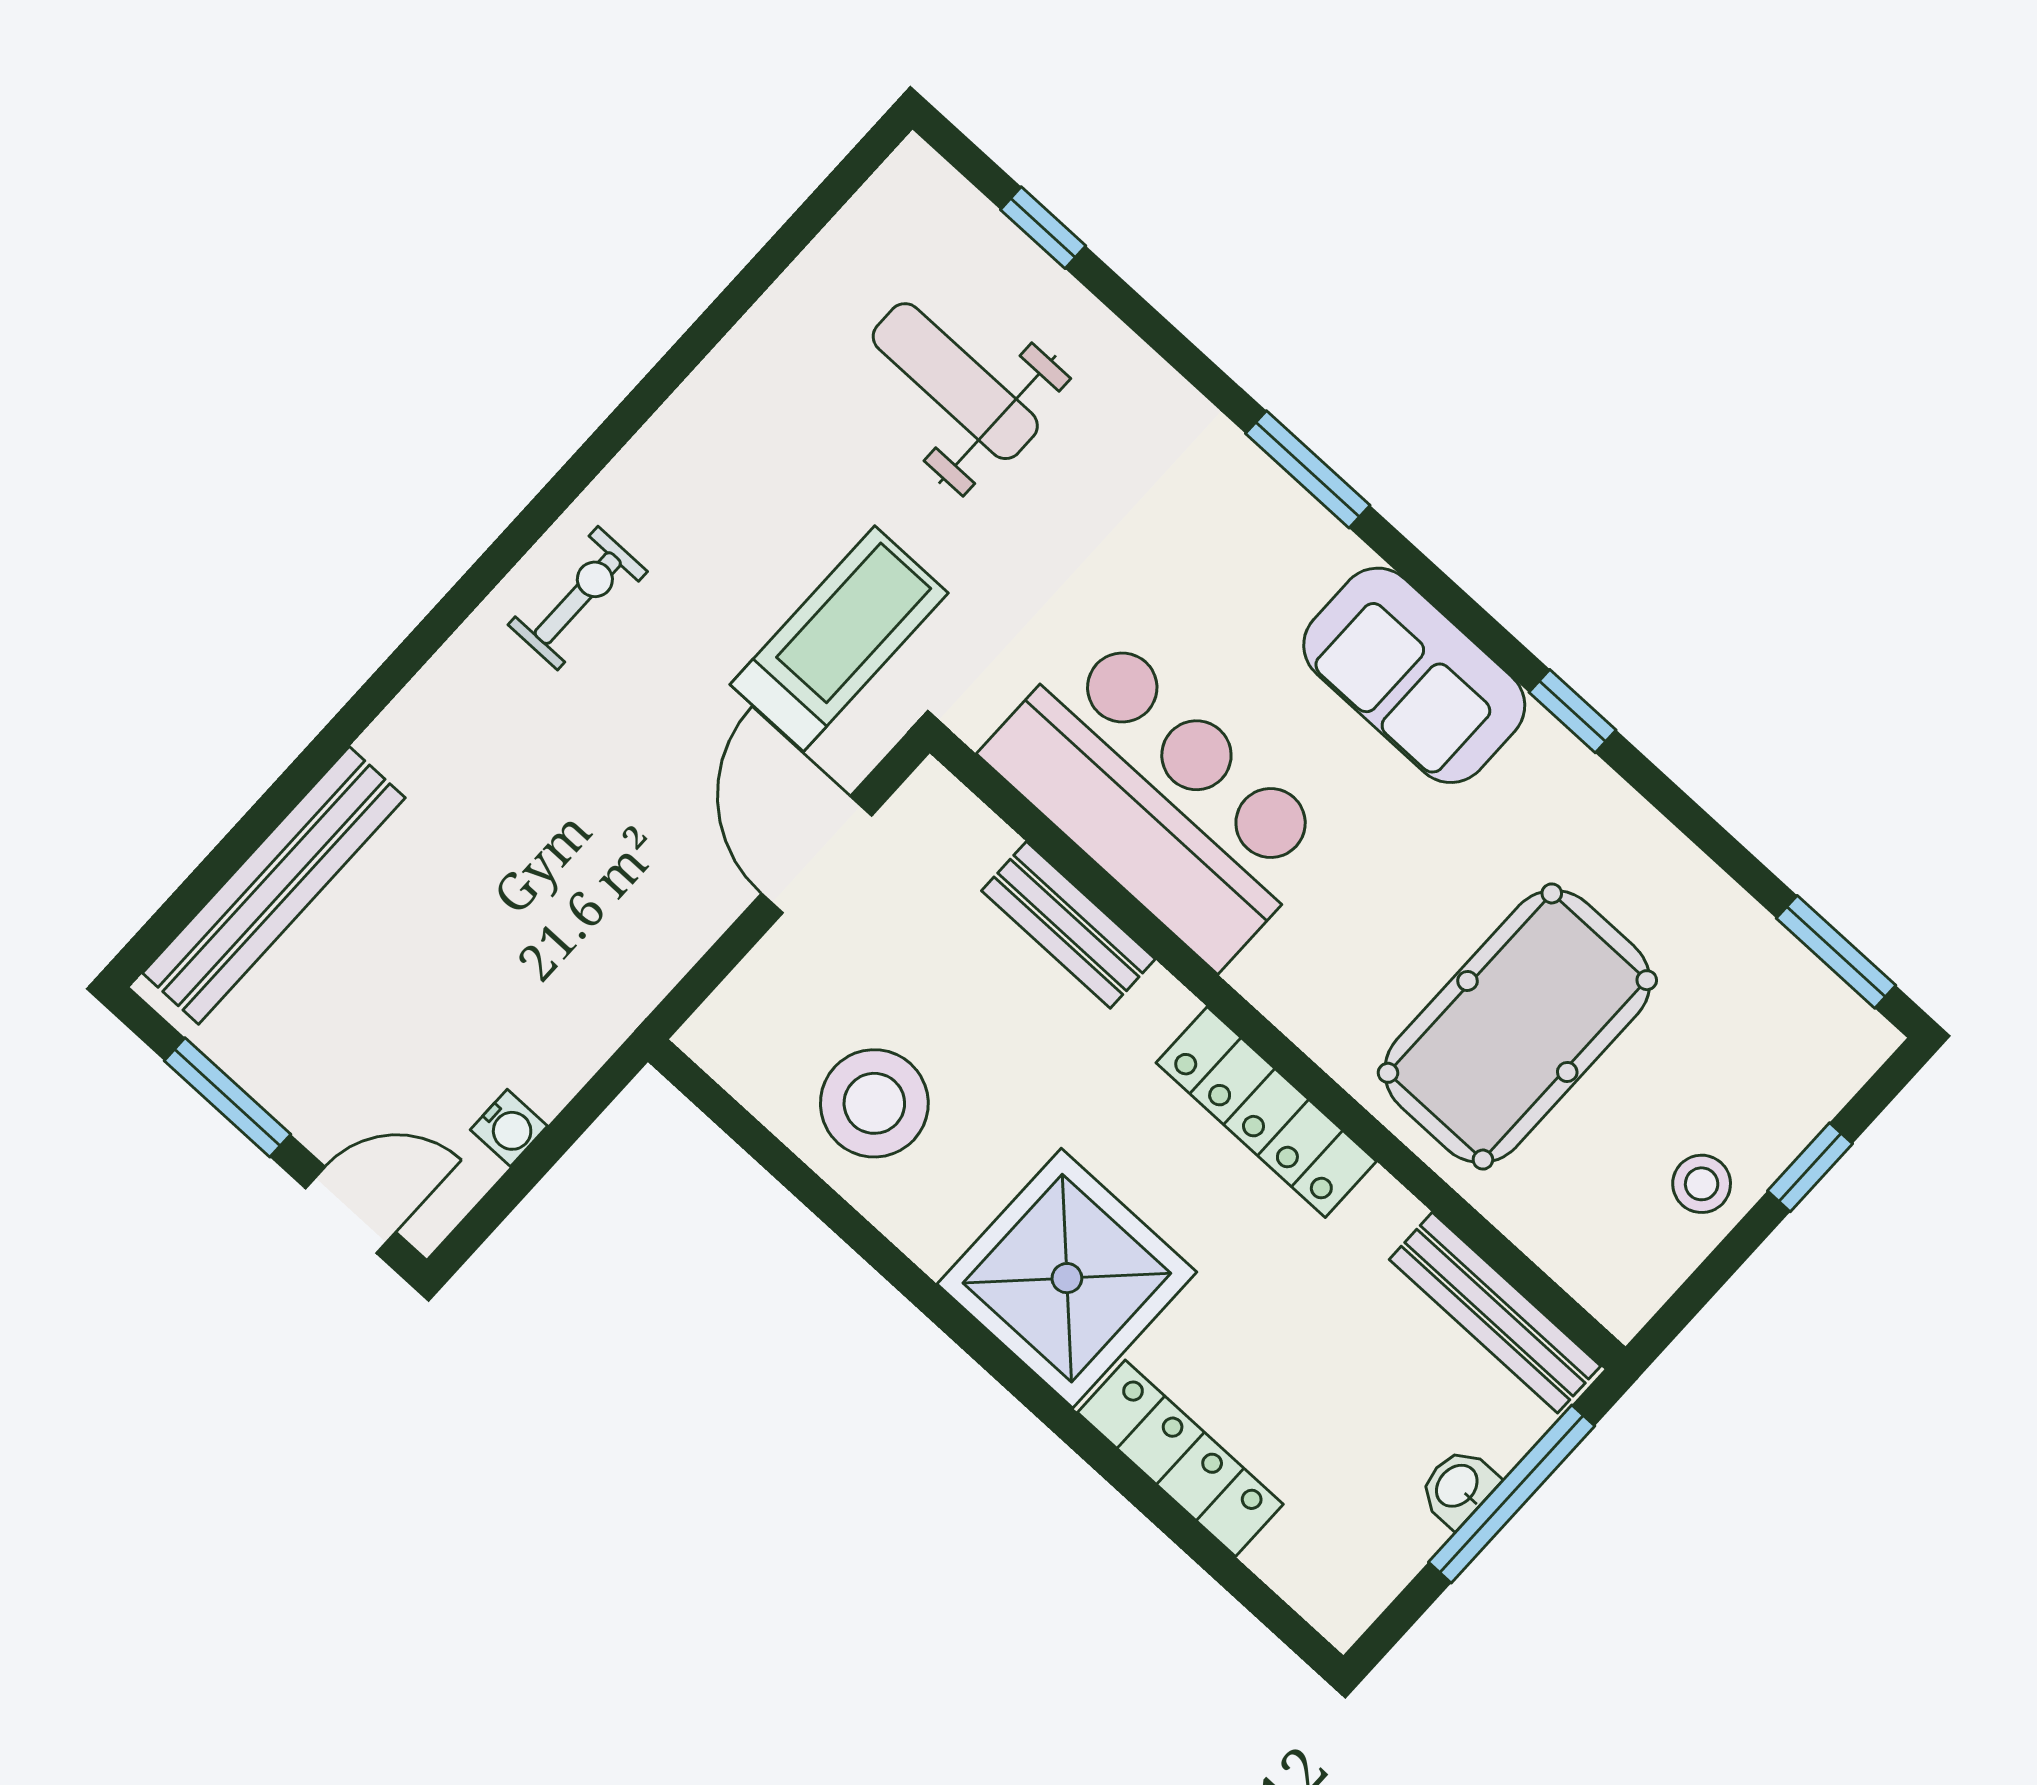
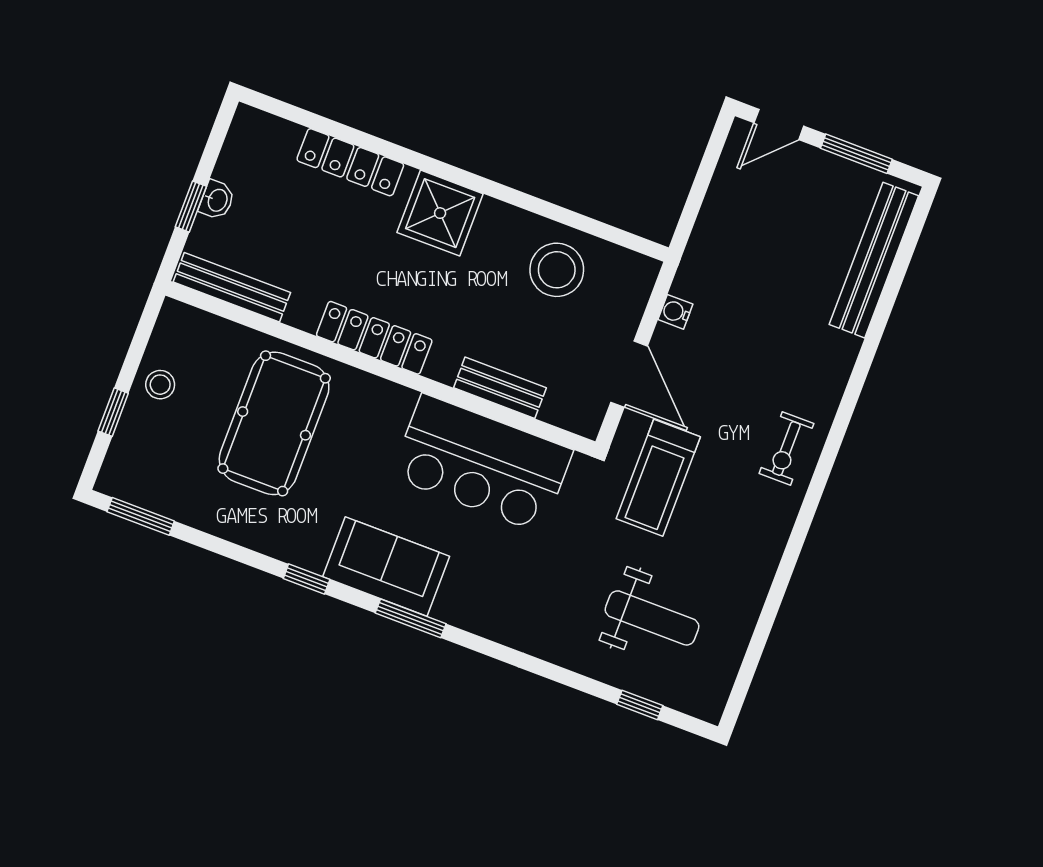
window: (1308, 469) -> (411, 618), moved
water cooler: (509, 1128) -> (675, 312), moved
shower: (1067, 1278) -> (440, 213), width x0.73, depth x0.73
window: (1512, 1494) -> (191, 207), width x0.46

